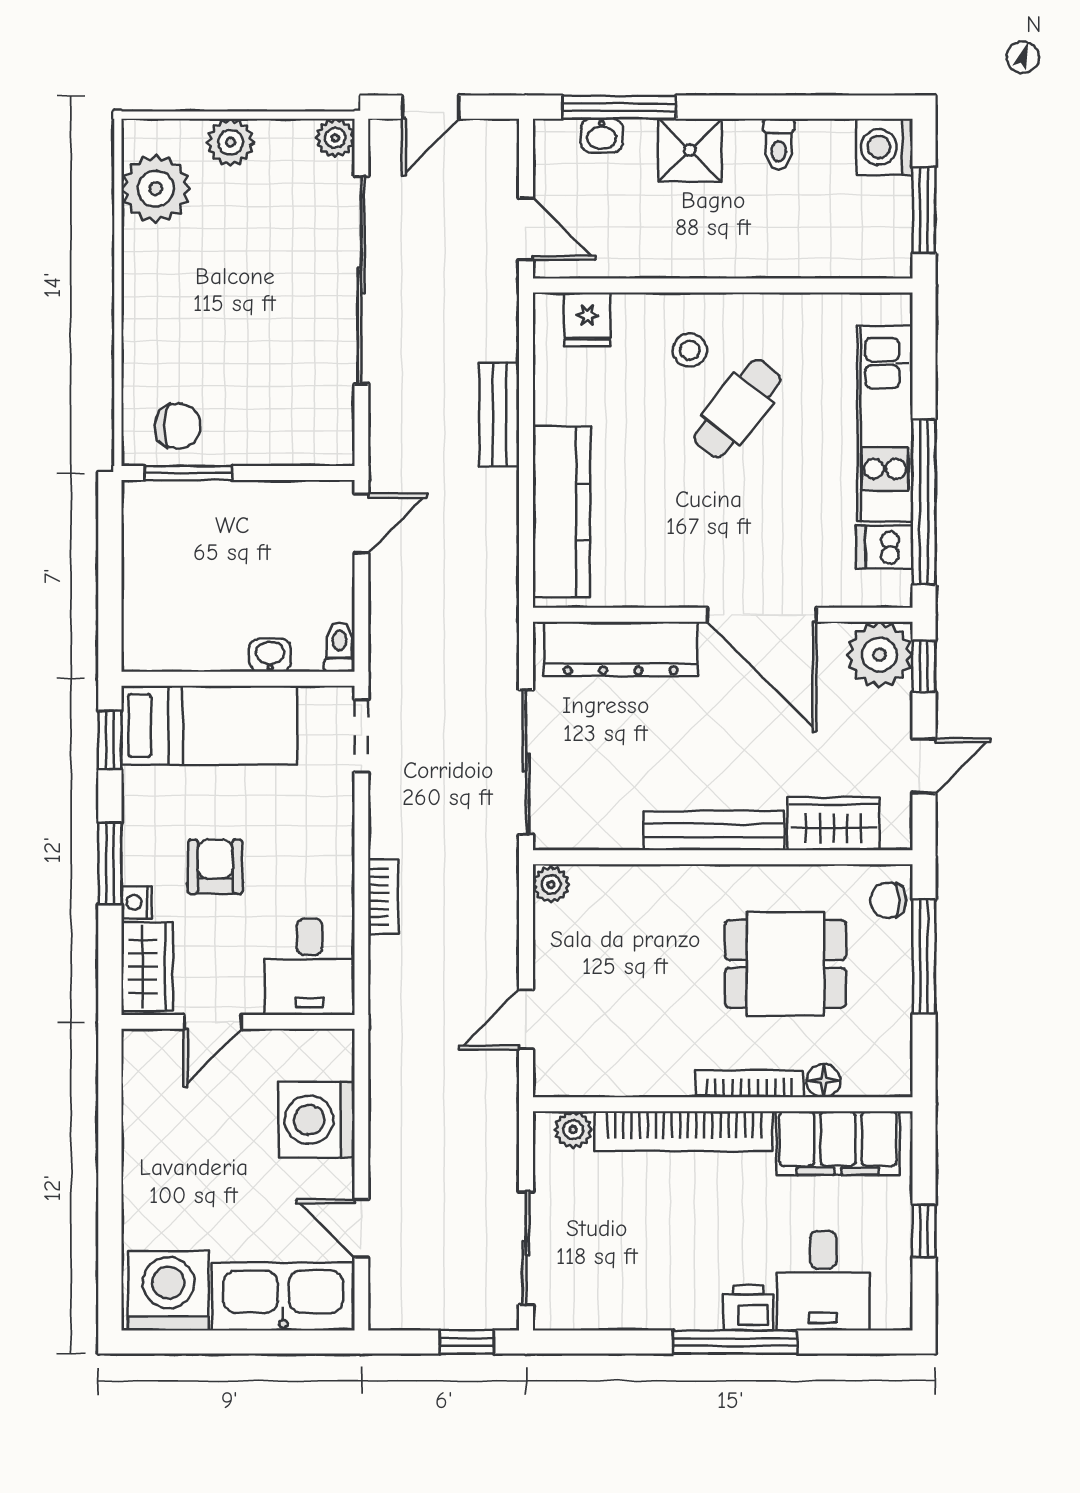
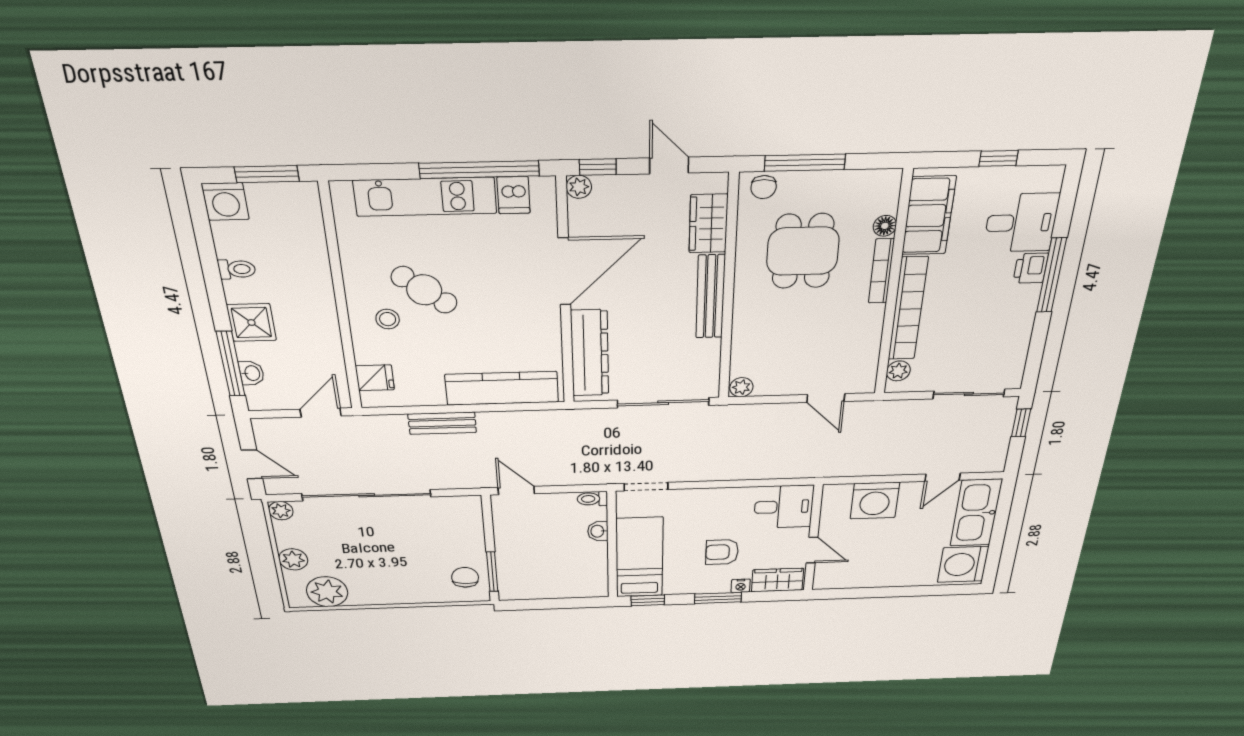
plant: (879, 655) -> (579, 187), width x0.53, depth x0.53
bookcase: (383, 897) -> (744, 473), removed

